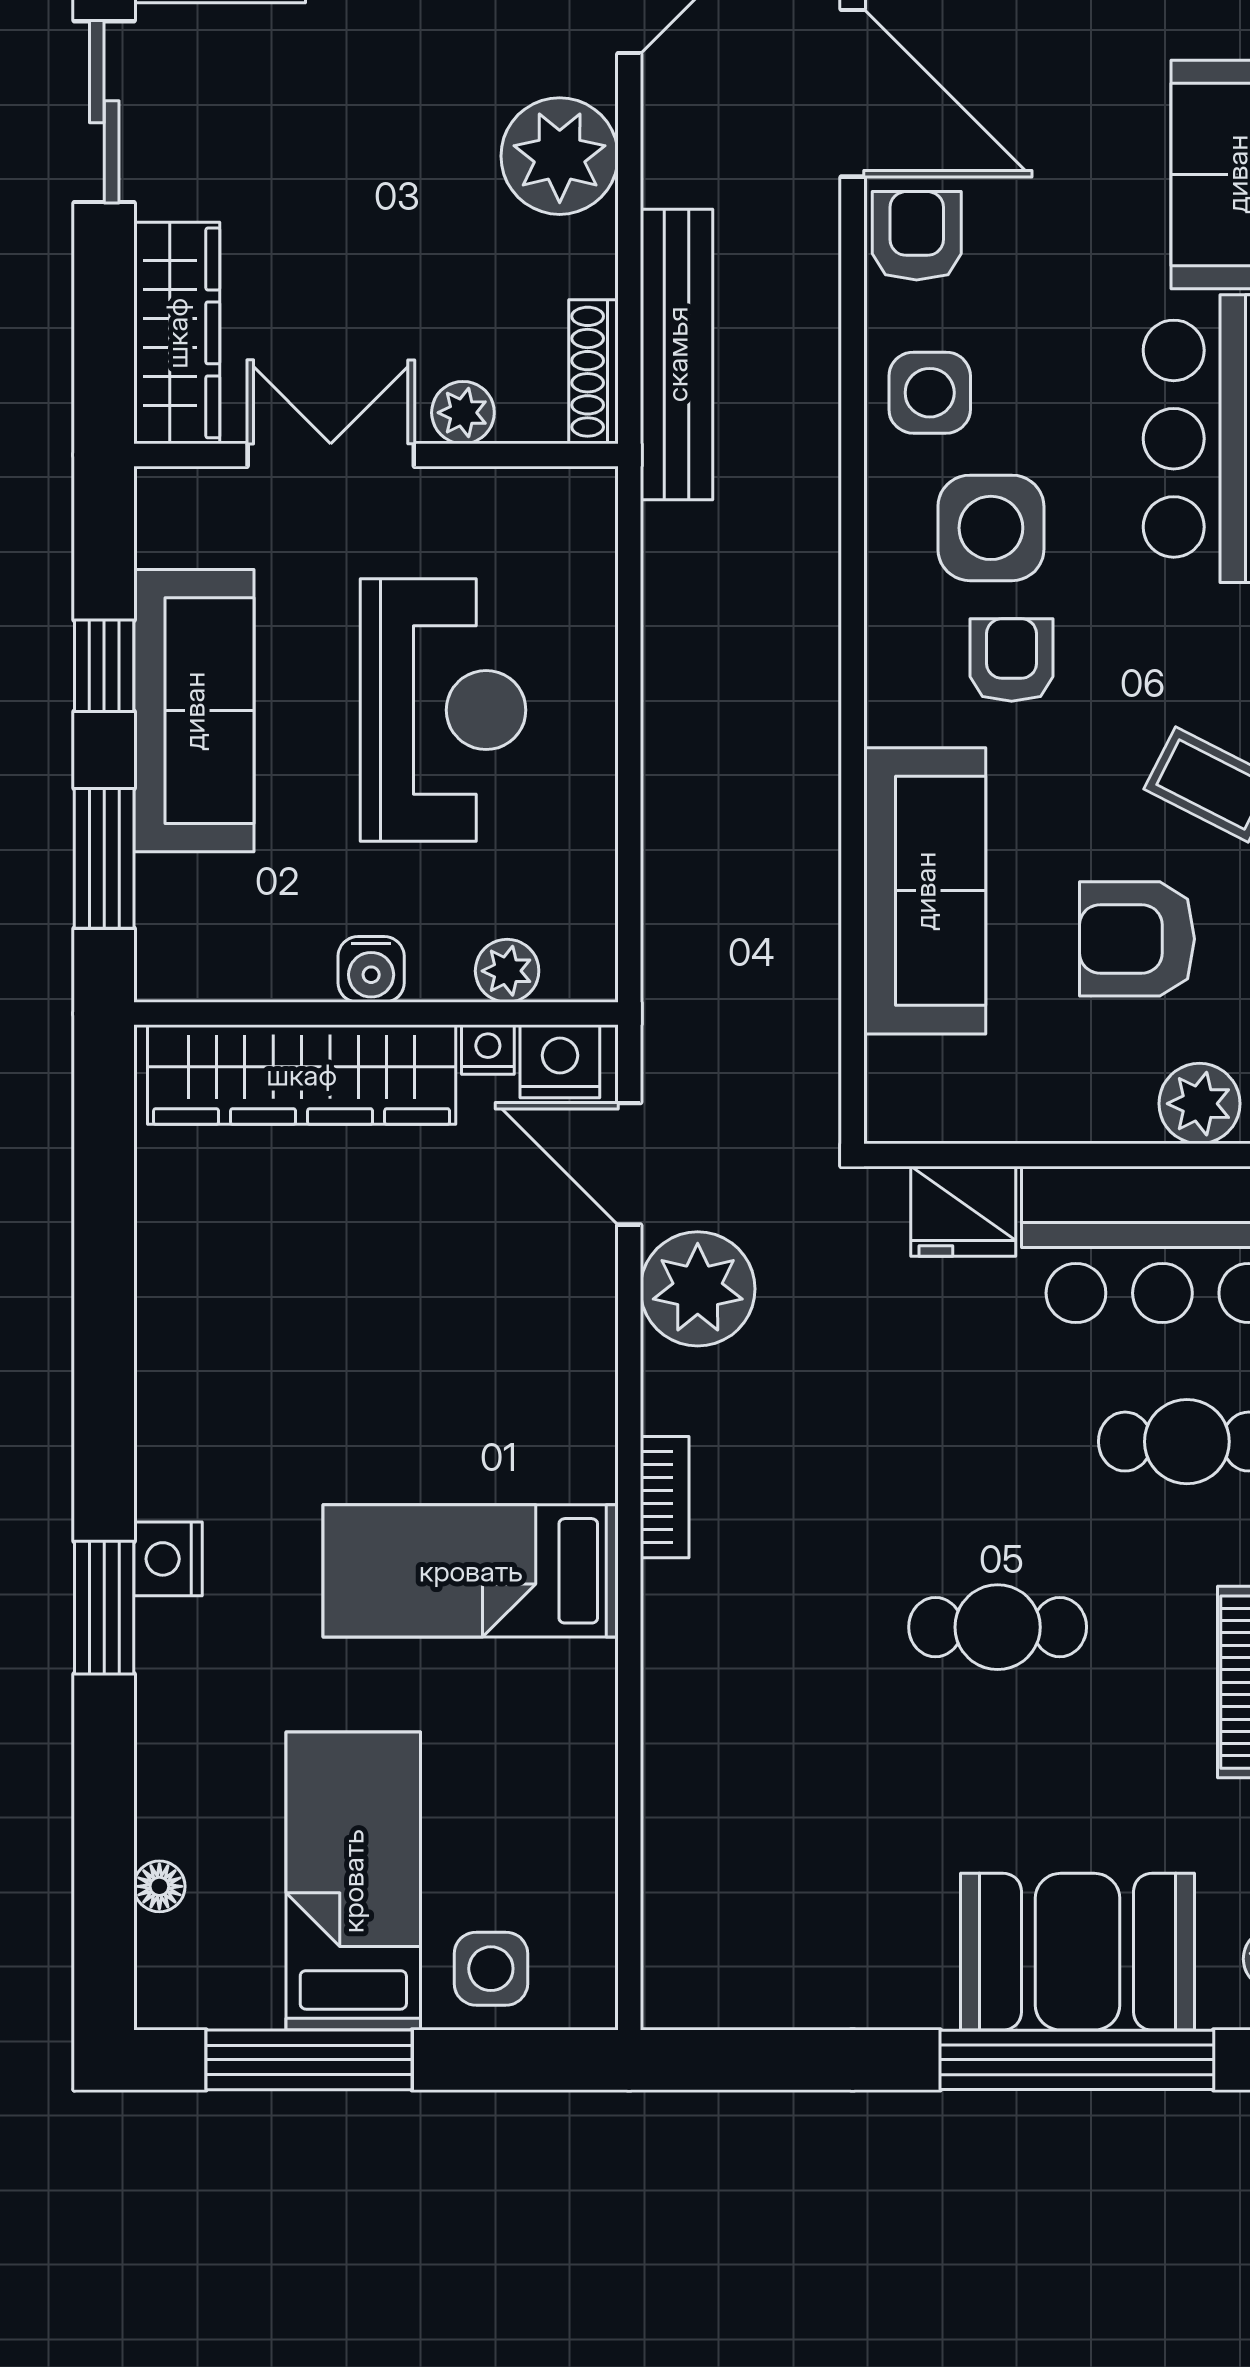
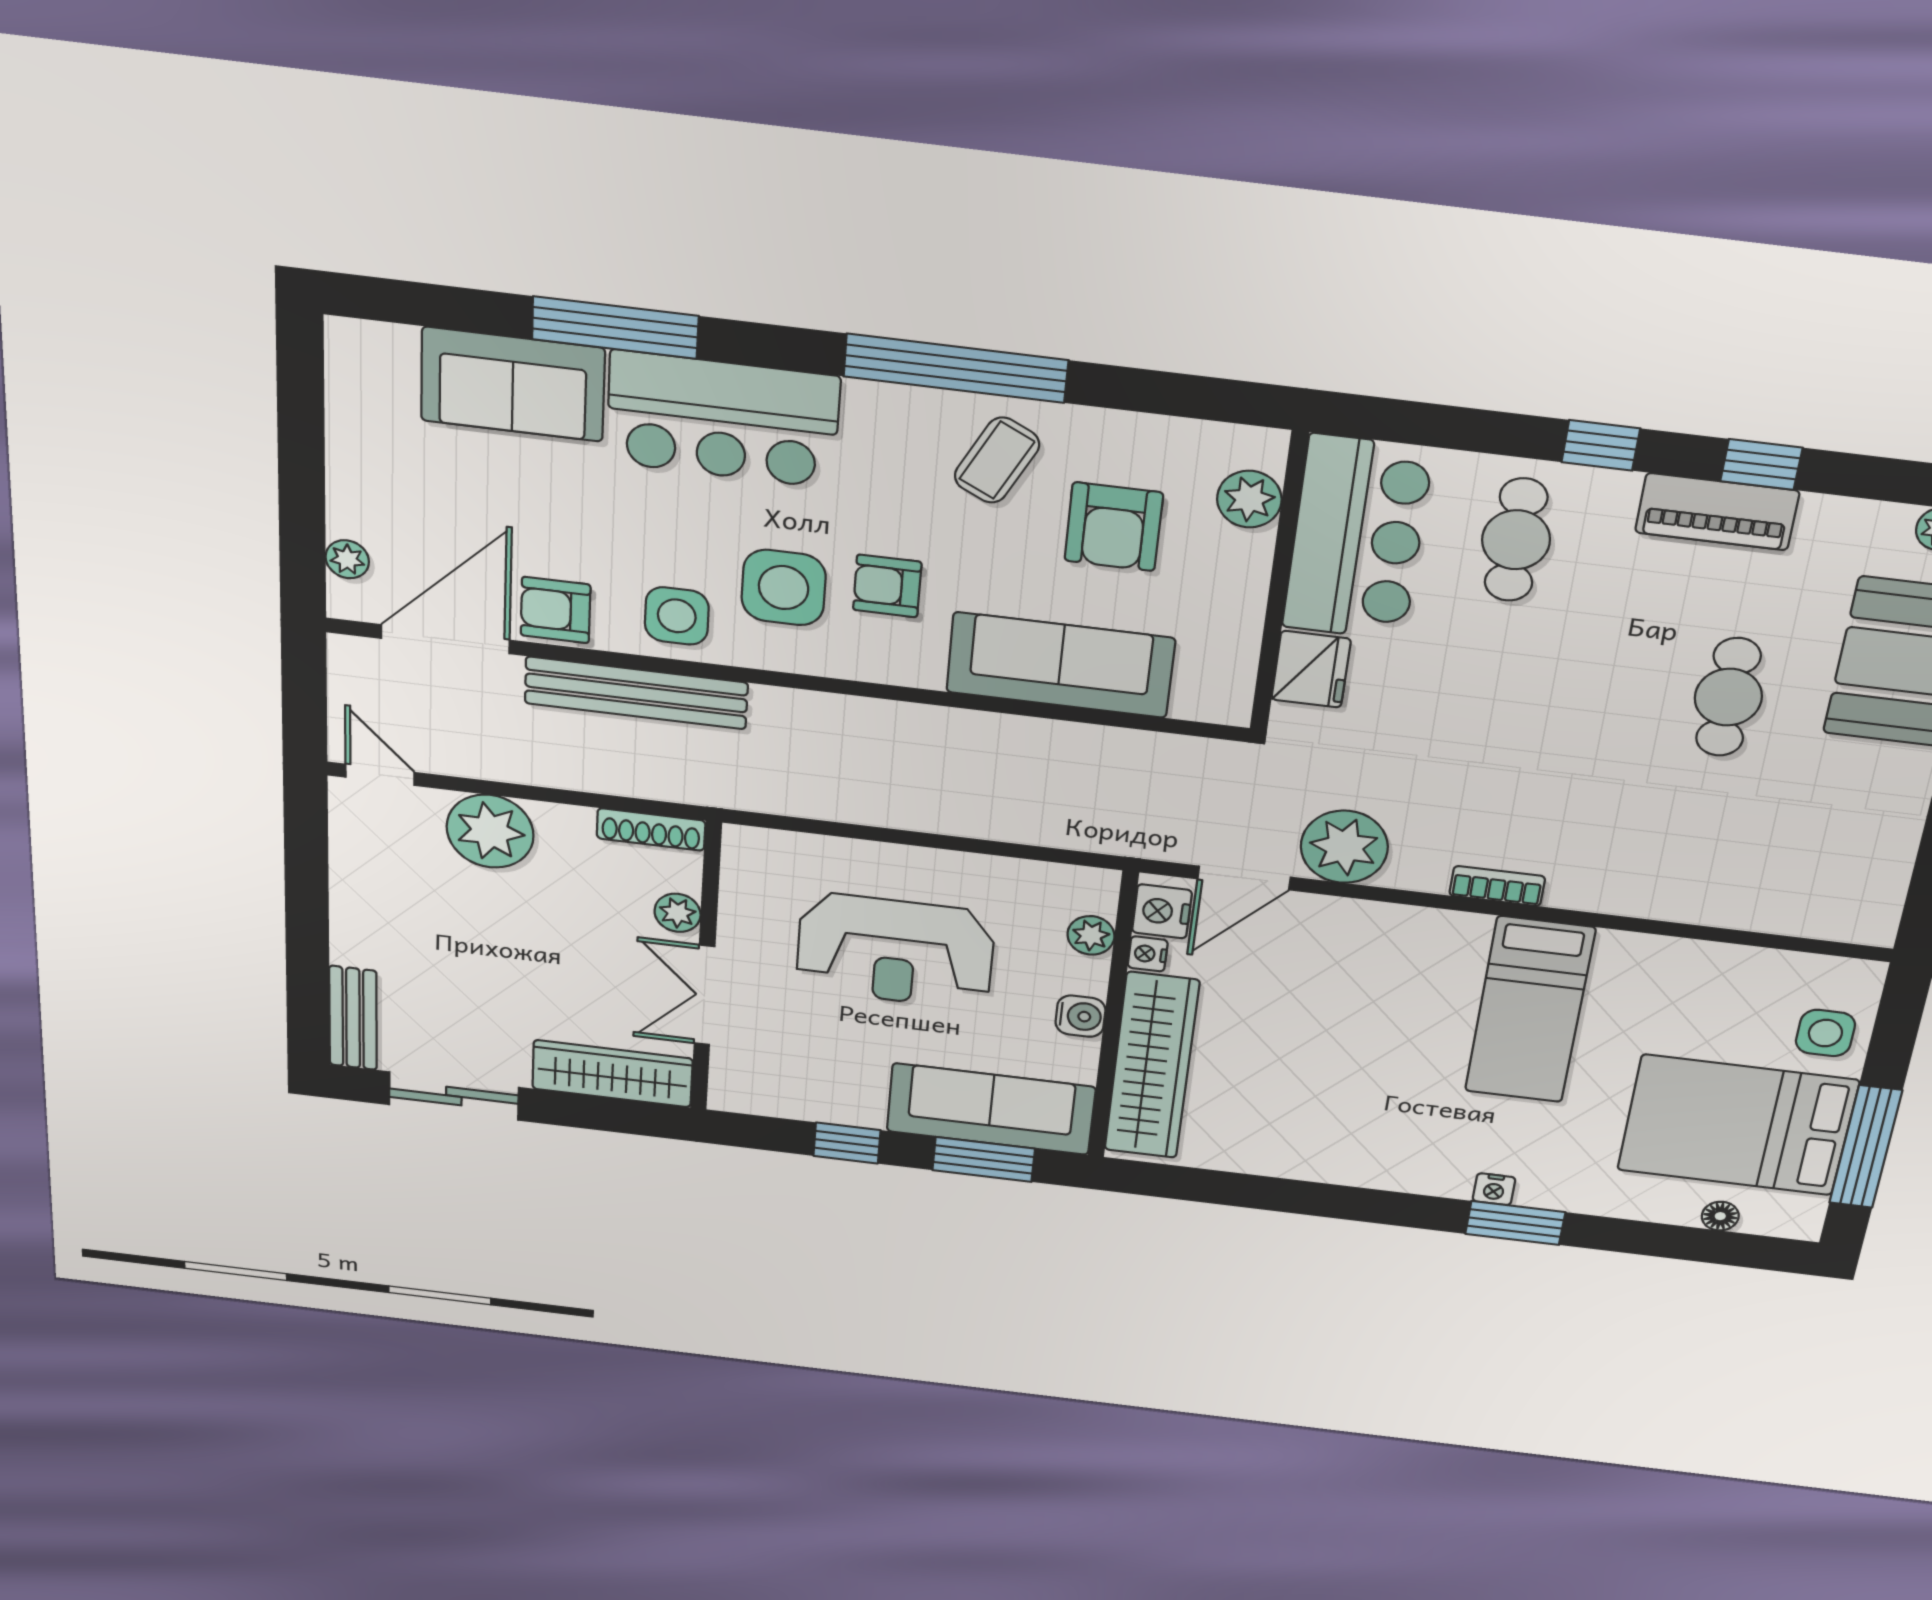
bench: (677, 354) -> (636, 693), moved
reception desk: (443, 710) -> (895, 951), turned 180
sofa: (194, 711) -> (991, 1109), moved
nightstand: (168, 1559) -> (1494, 1189), width x0.72, depth x0.74
cafe table: (998, 1627) -> (1728, 697), moved
bed: (353, 1881) -> (1738, 1125), width x1.50

